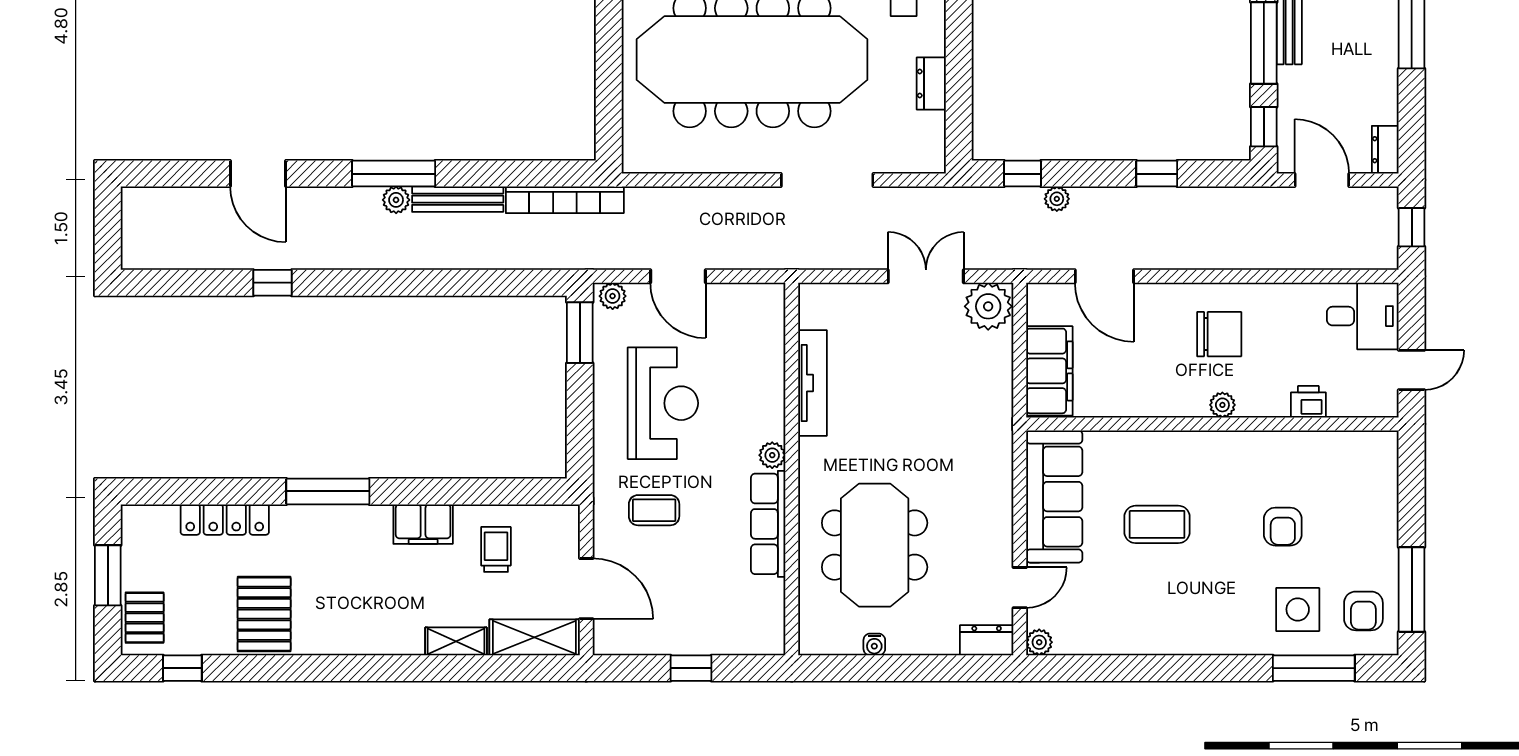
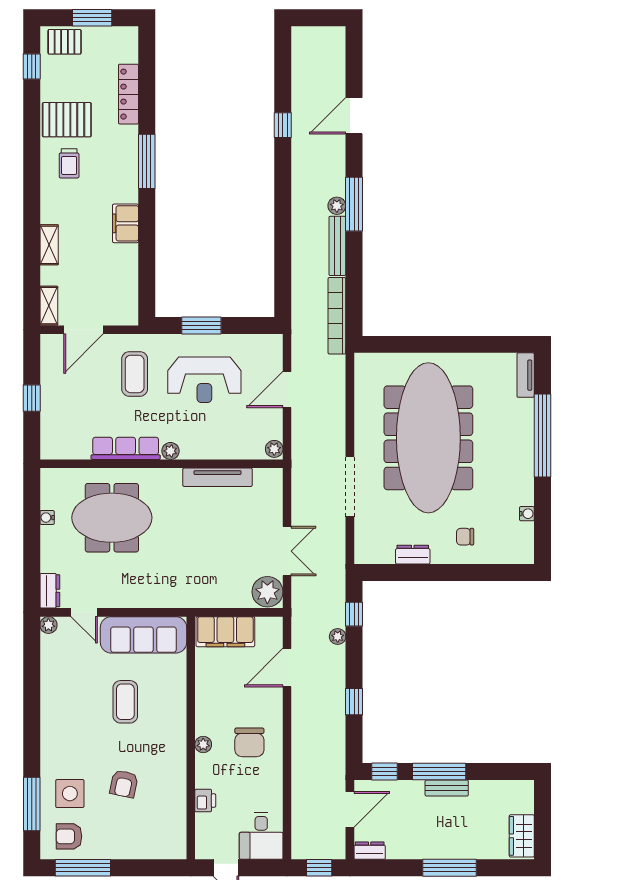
plant: (613, 296) -> (274, 449), moved
window: (580, 333) -> (201, 326), moved
coffee table: (654, 510) -> (135, 374), width x1.36, depth x1.30
armchair: (1283, 527) -> (124, 784), turned -78
trolley: (496, 549) -> (69, 163), moved, turned 90
shelving: (534, 637) -> (49, 306), width x0.67, depth x0.75

